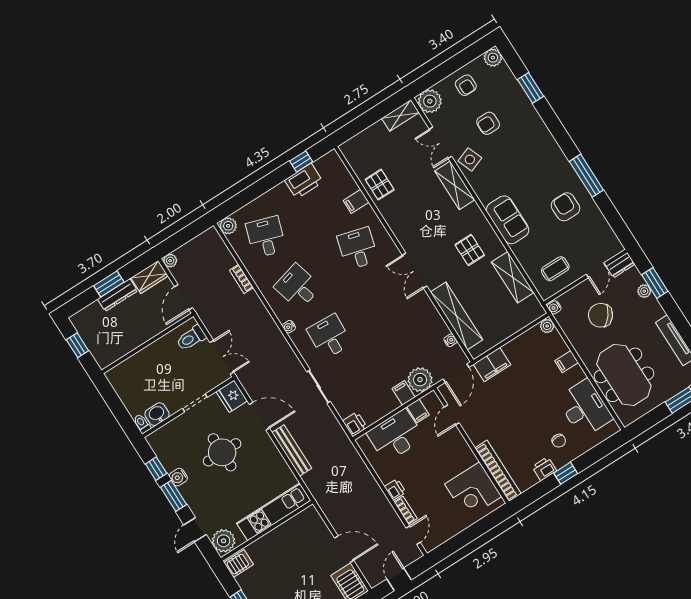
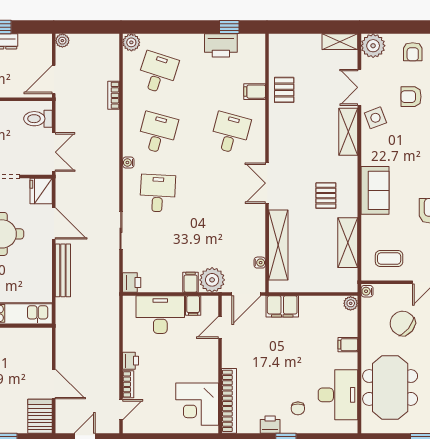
wardrobe: (149, 277) -> (36, 43), removed
desk: (298, 287) -> (158, 133), turned 30

